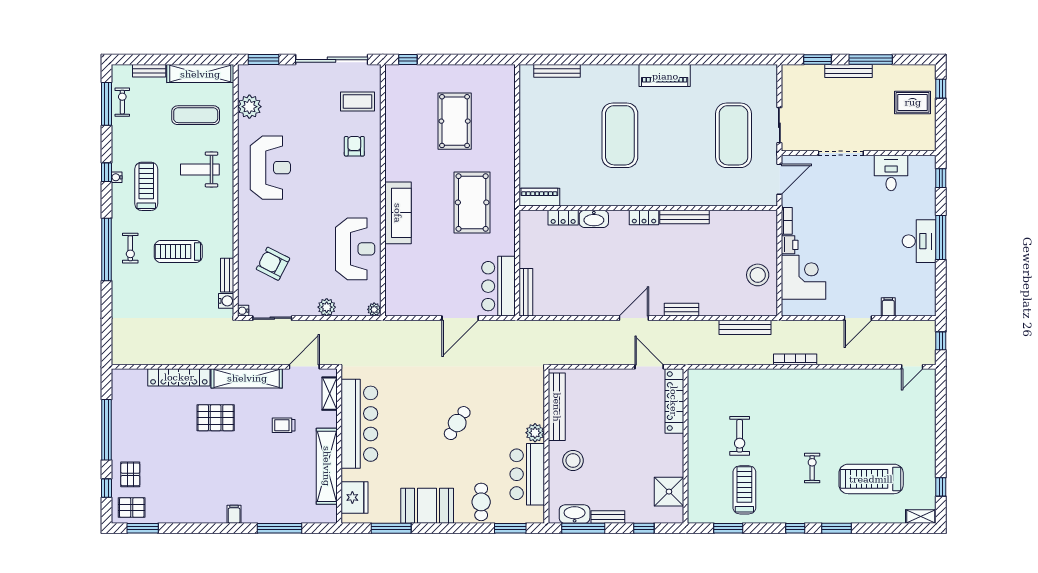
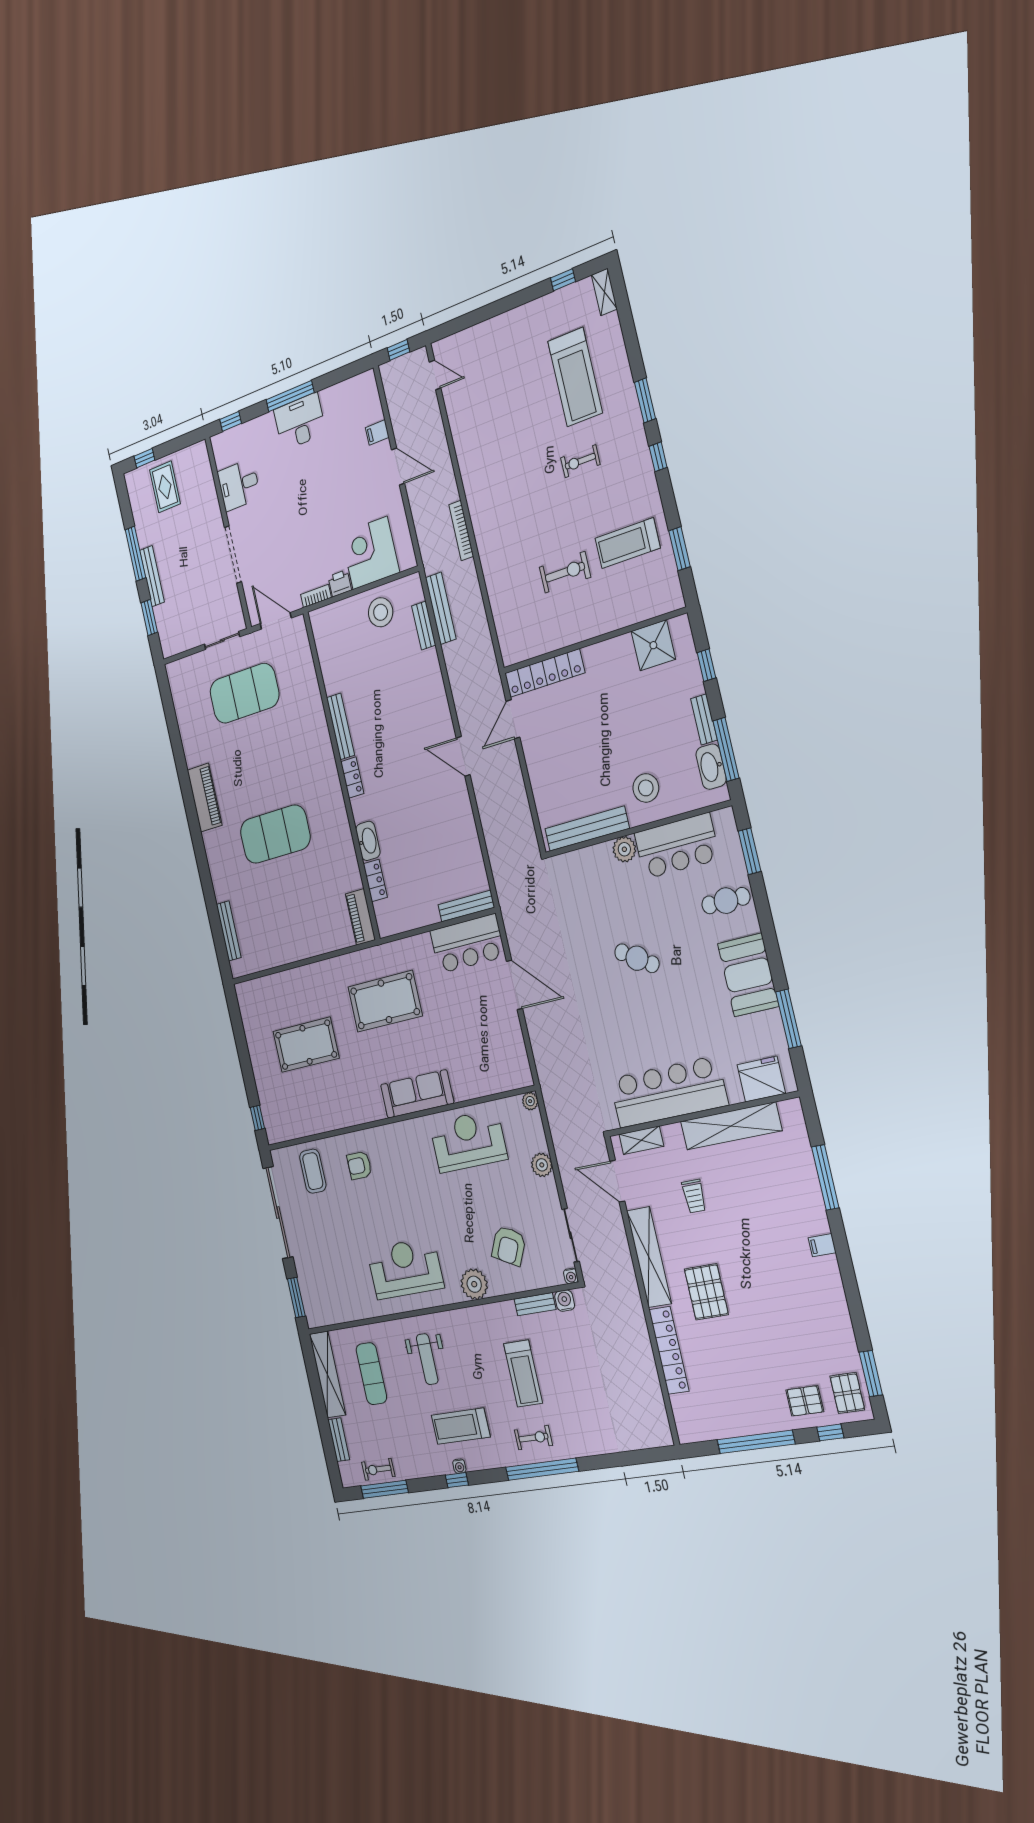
plant: (249, 107) -> (474, 1284), moved
bench: (681, 310) -> (424, 625), moved

